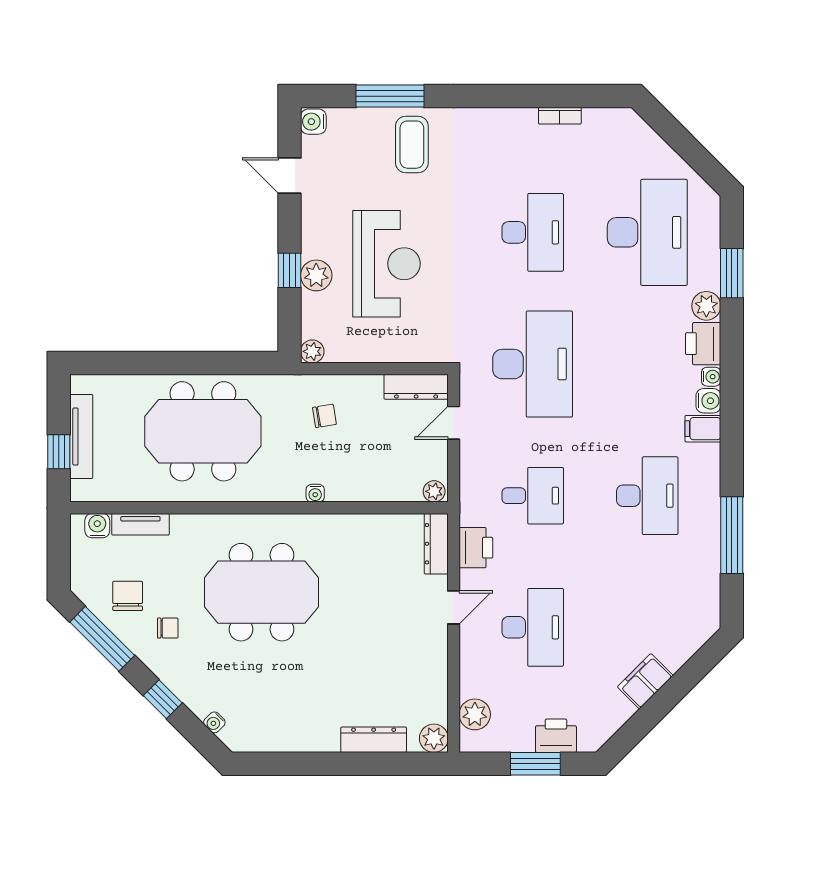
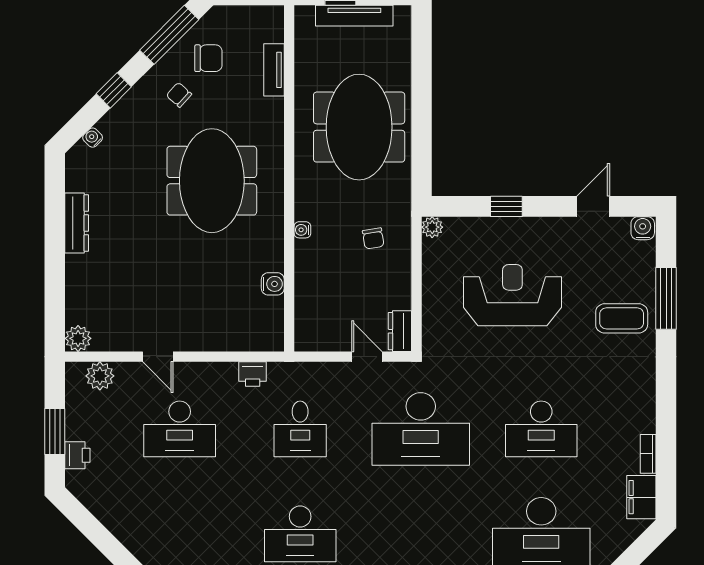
reception desk: (387, 264) -> (512, 295), turned 180
plant: (316, 275) -> (502, 231), removed
dresser: (416, 387) -> (400, 331), width x0.70
plant: (434, 491) -> (304, 339), removed
water cooler: (97, 526) -> (273, 284), moved
dresser: (436, 544) -> (256, 341), removed
printer: (476, 548) -> (253, 374), width x0.73, depth x0.81
door: (454, 607) -> (158, 357), moved
chair: (168, 628) -> (179, 95), turned 132
filing cabinet: (645, 681) -> (641, 497), moved, turned -135
printer: (556, 736) -> (77, 455), width x0.73, depth x0.81
dresser: (374, 740) -> (77, 223), moved

